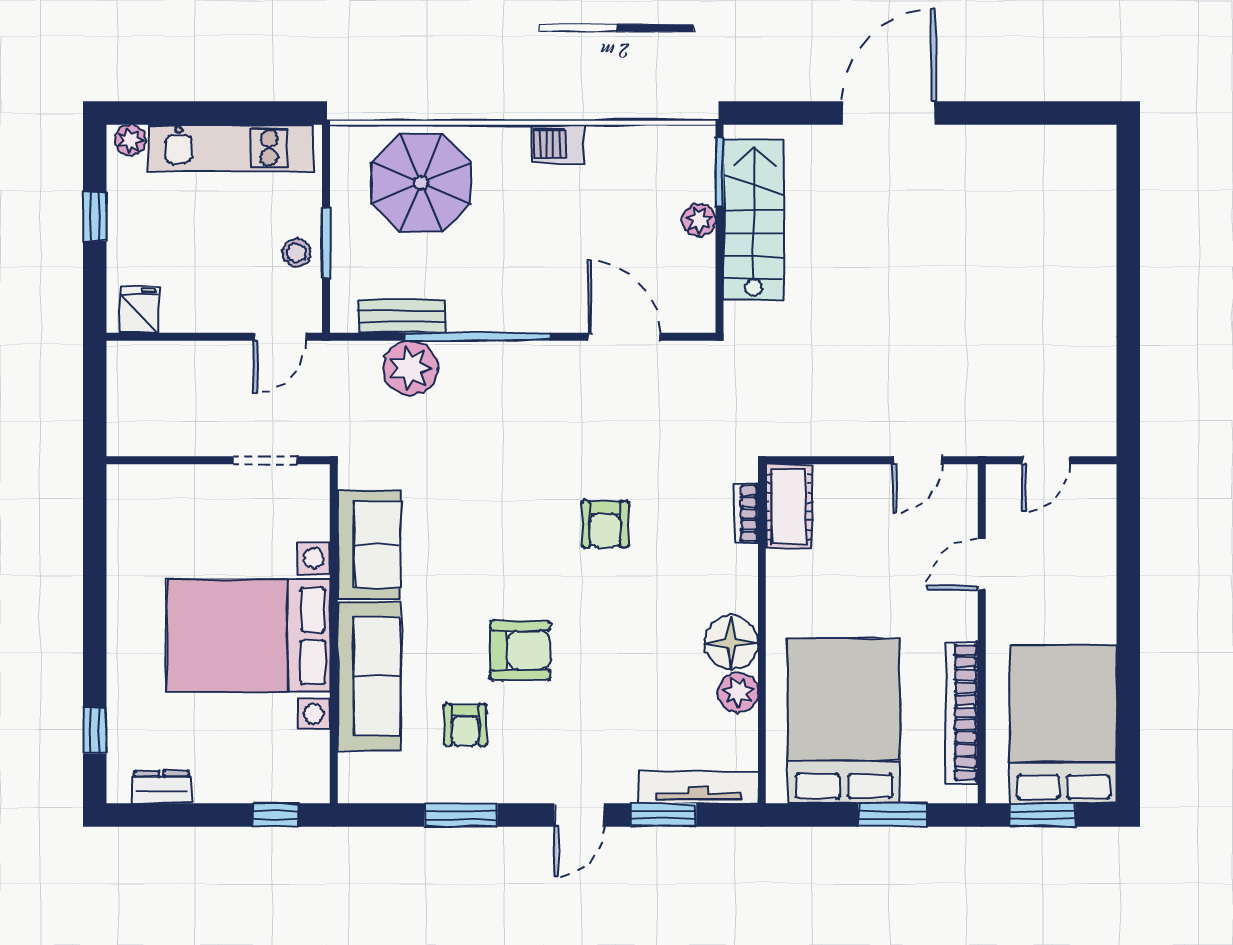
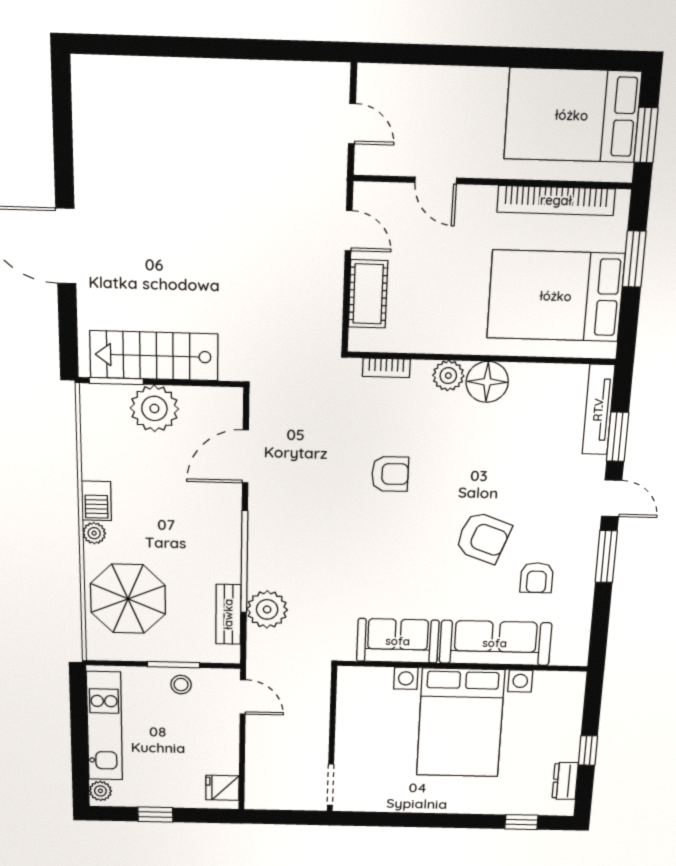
plant: (513, 140) -> (94, 533), added
plant: (699, 220) -> (154, 408), width x1.88, depth x1.88
doorway: (266, 460) -> (330, 785), moved
cot: (789, 506) -> (368, 294), moved, turned 90
armchair: (520, 650) -> (483, 538), turned 110
plant: (738, 692) -> (448, 376), moved
armchair: (465, 725) -> (537, 578), turned 90
window: (276, 815) -> (588, 751), moved
window: (461, 815) -> (606, 557), moved

